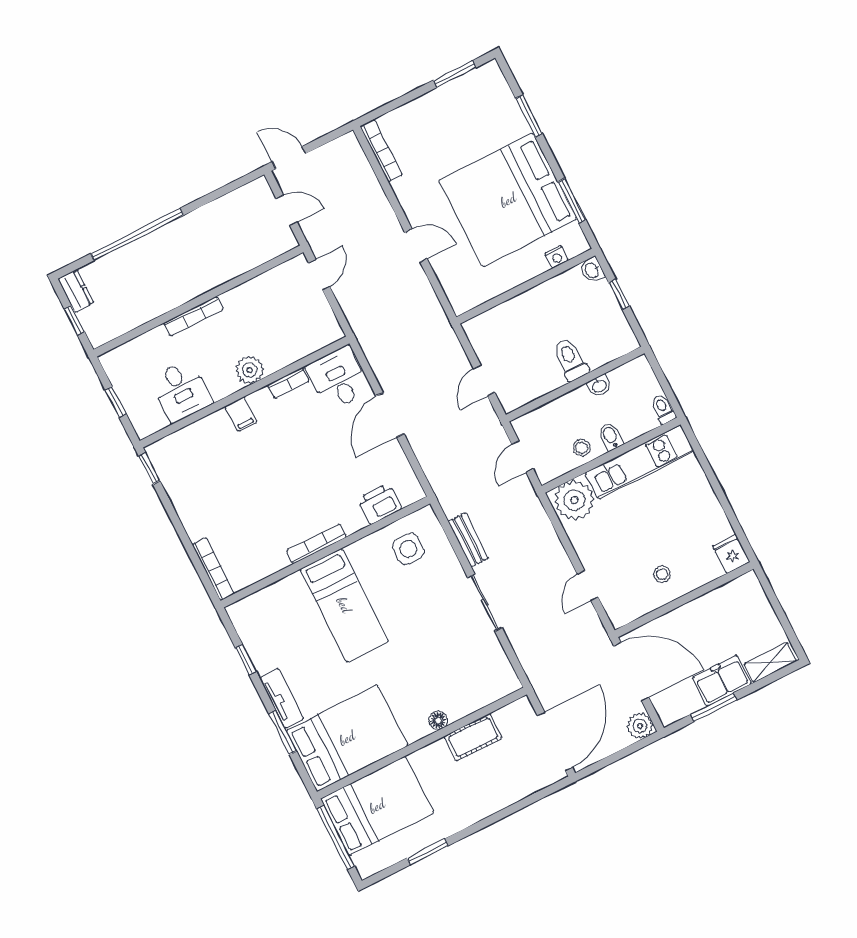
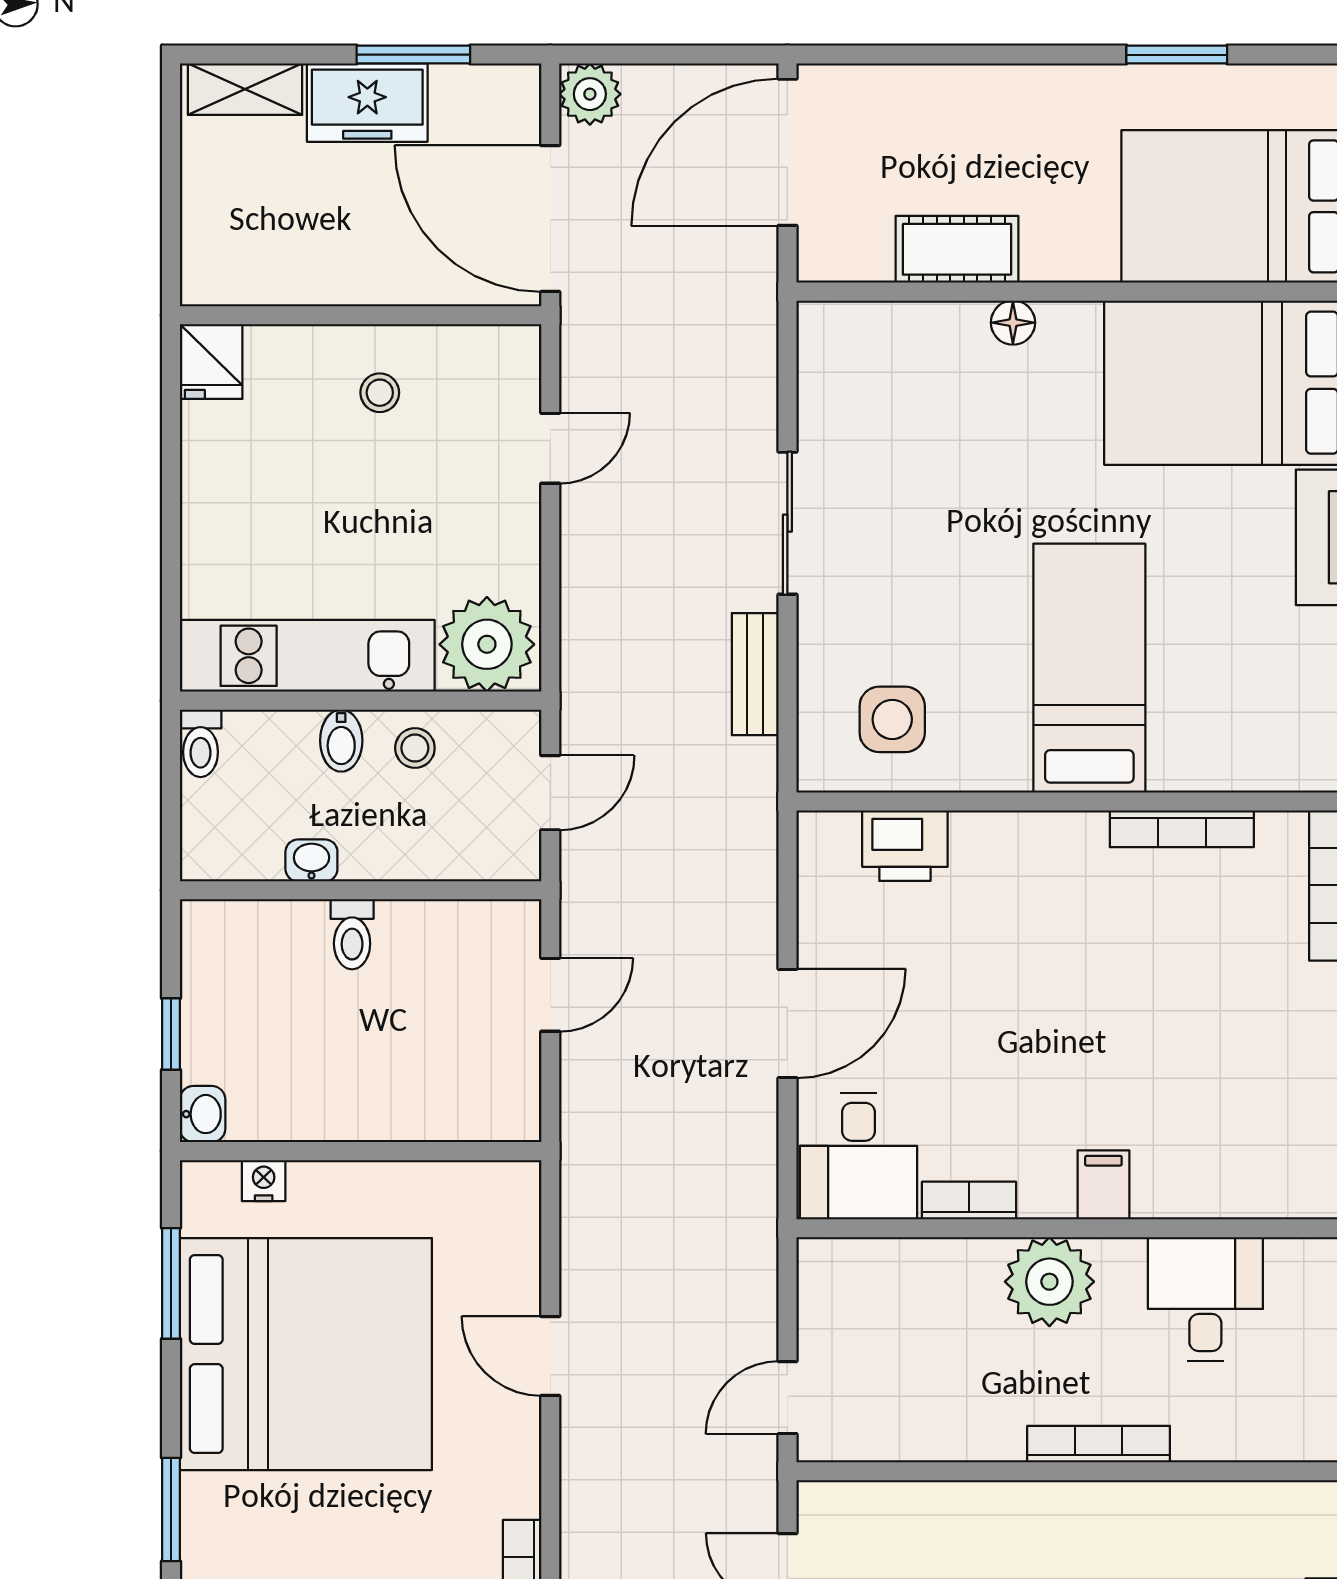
toilet: (570, 359) -> (352, 934), width x0.73, depth x0.72
plant: (250, 370) -> (1049, 1282), width x1.36, depth x1.36
bookcase: (316, 544) -> (1182, 829), moved

